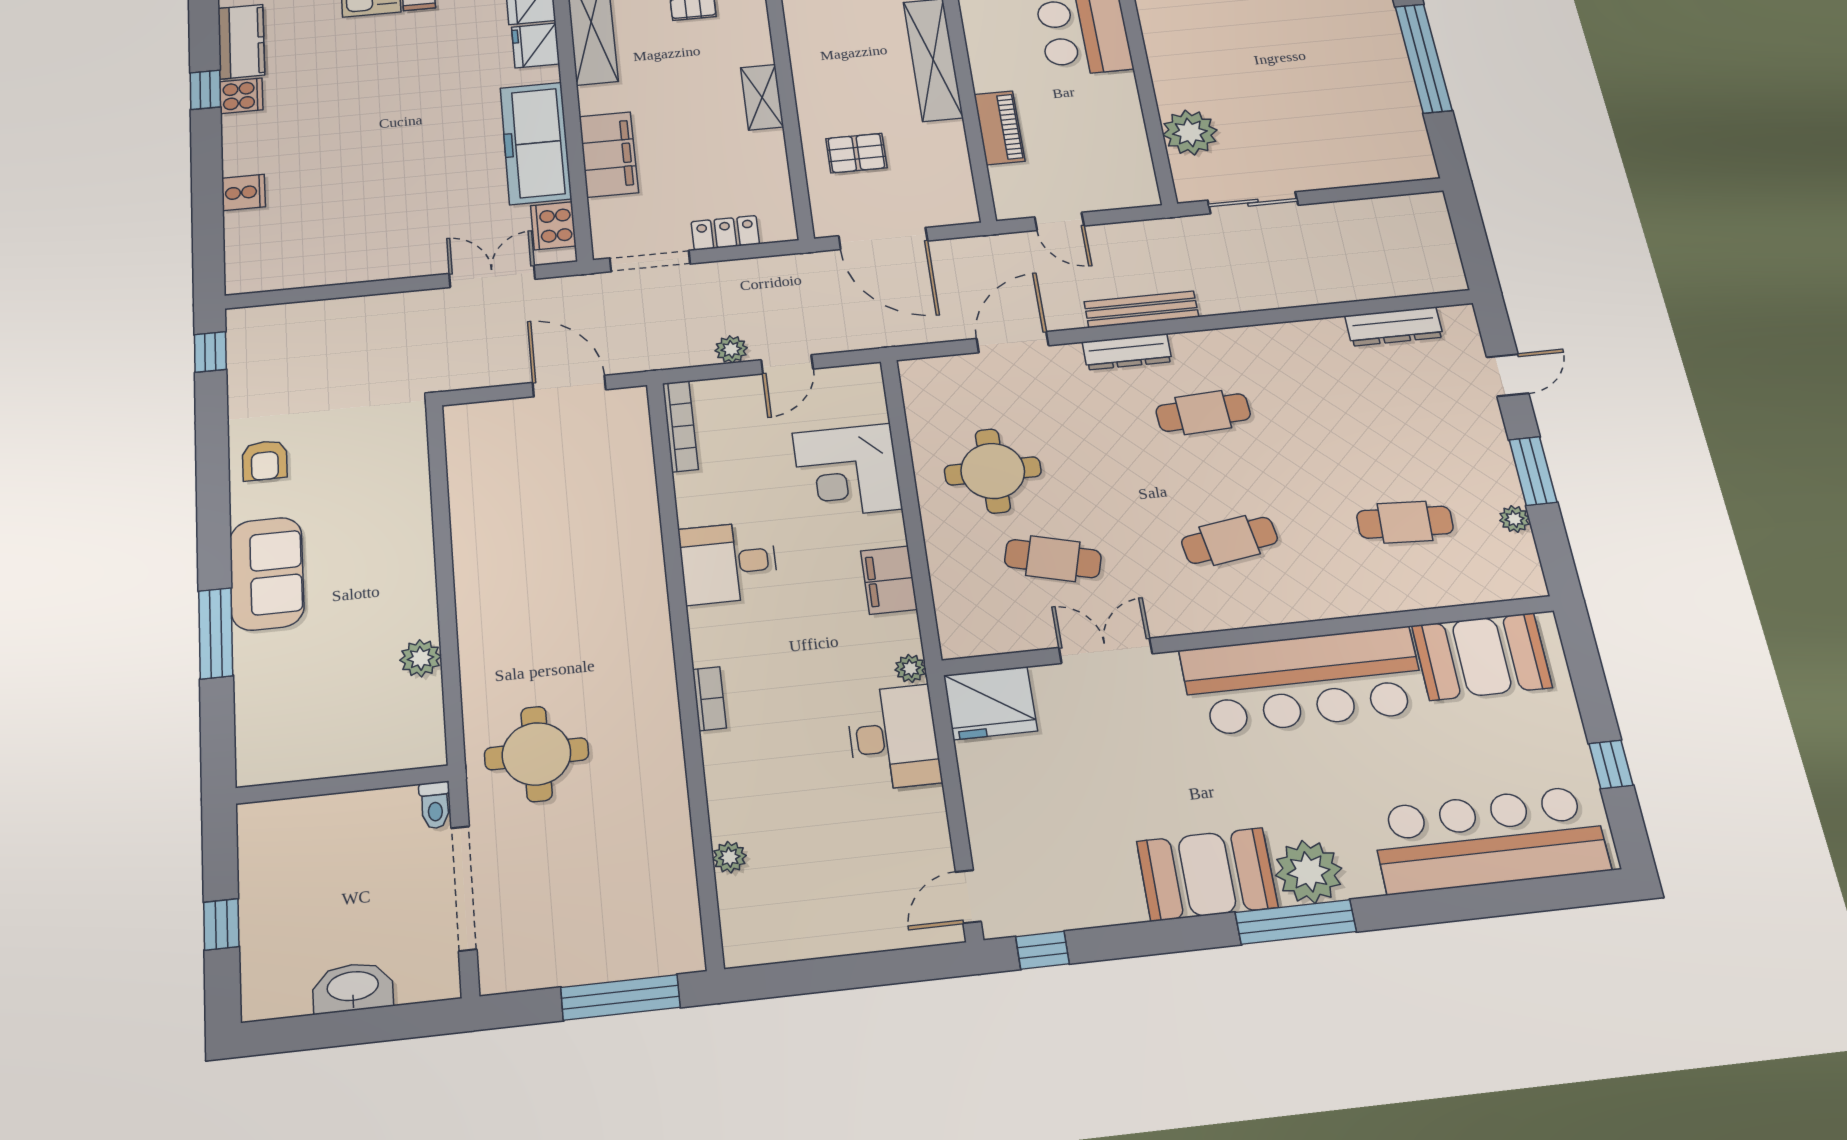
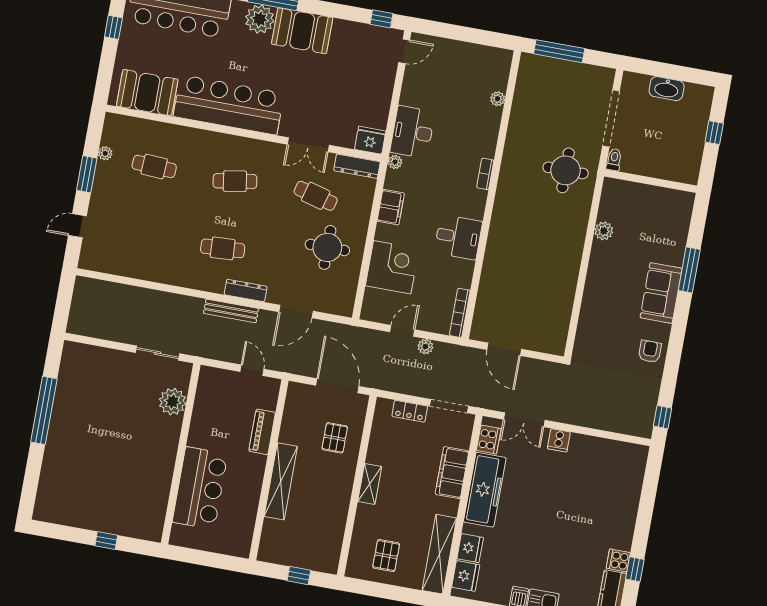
pallet: (856, 153) -> (335, 438), turned 90
cooker: (244, 192) -> (559, 440), moved, turned -90
dresser: (1394, 326) -> (357, 166), moved, turned 180
fridge: (990, 703) -> (370, 140), width x0.73, depth x0.75

